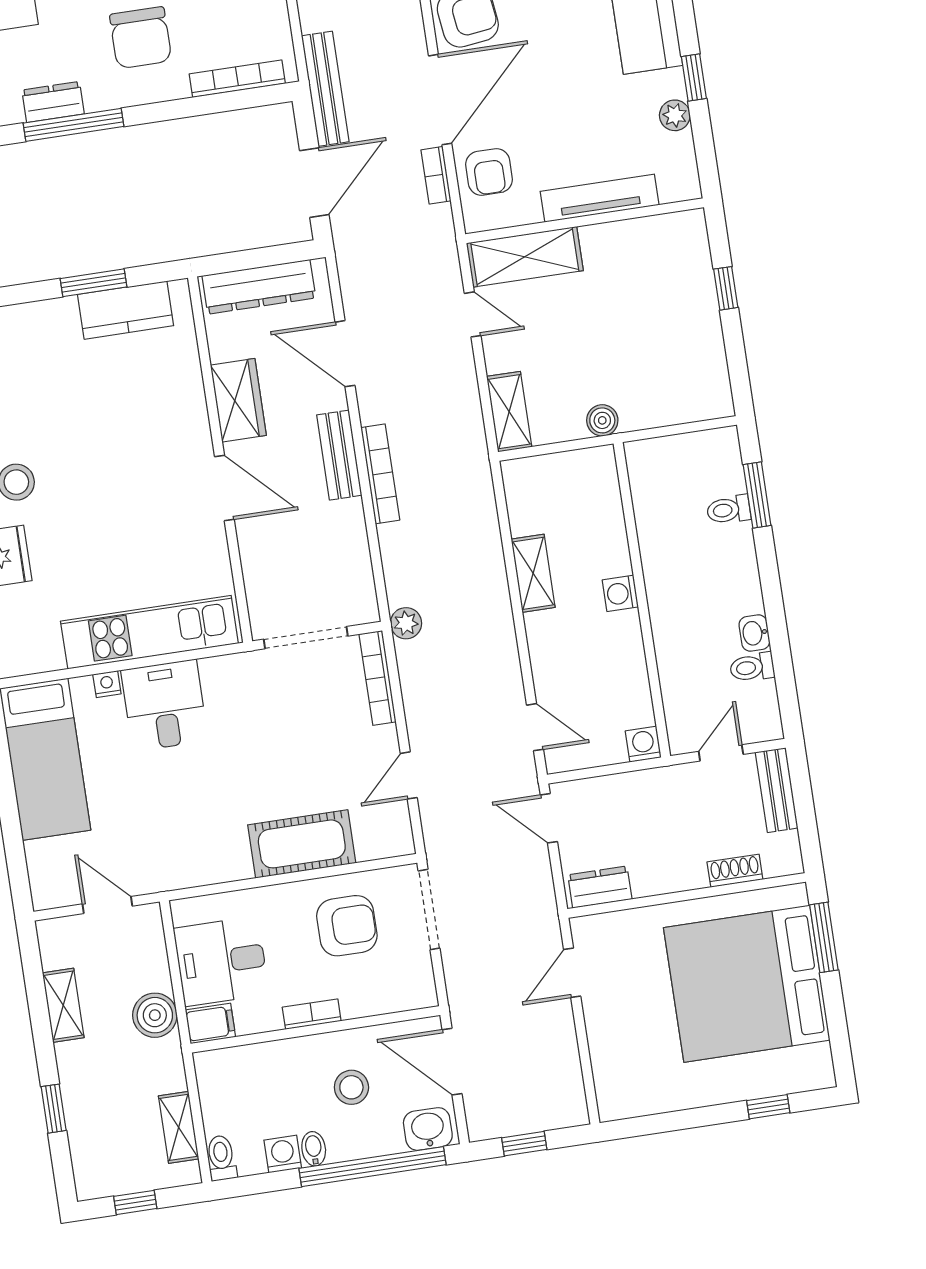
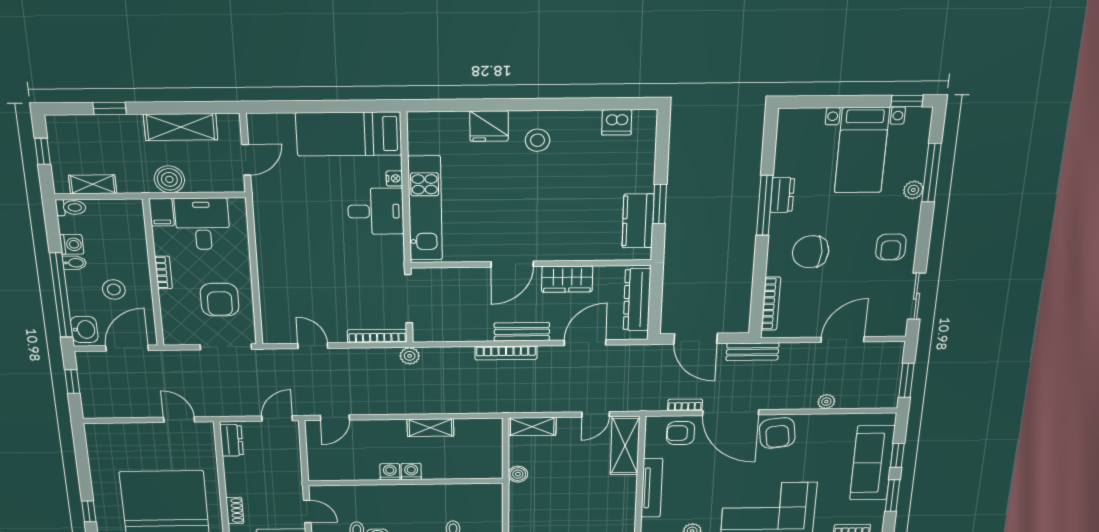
bench: (325, 89) -> (752, 352), width x0.73
washing machine: (643, 744) -> (390, 472), moved, turned -90
cot: (302, 844) -> (275, 280), removed
shelving: (63, 1005) -> (181, 127), width x1.50, depth x1.33

